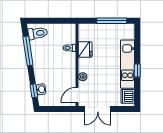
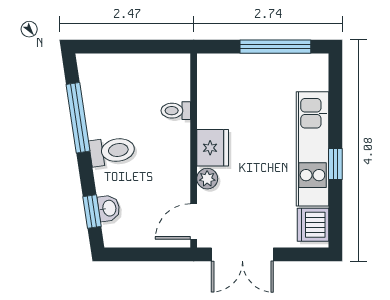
toilet: (38, 33) -> (112, 151), moved
fridge: (85, 50) -> (213, 148), moved

